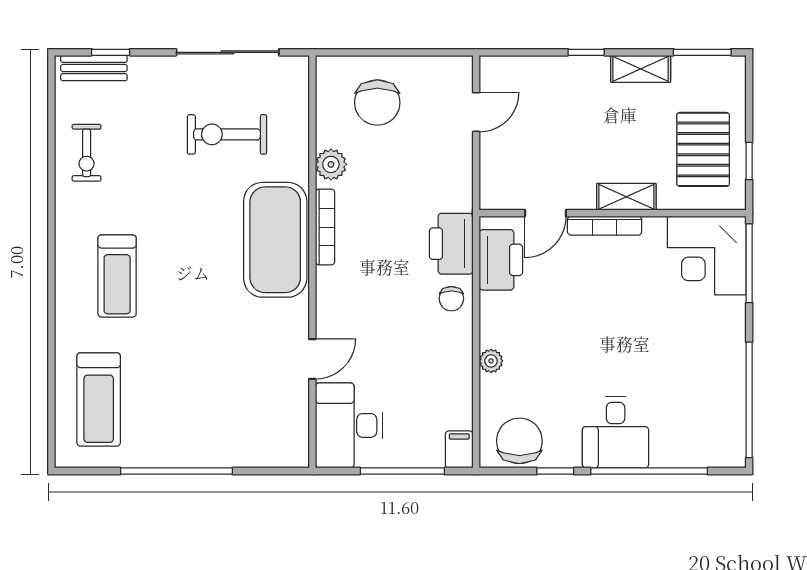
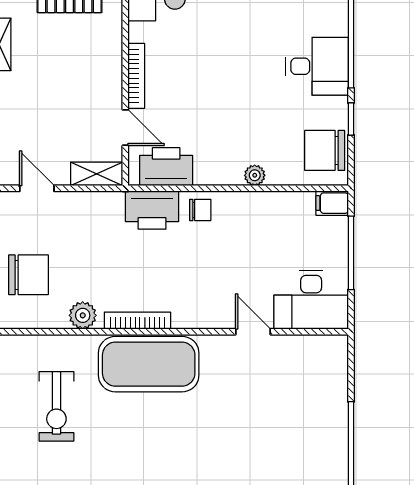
shelving: (626, 197) -> (97, 174), moved, turned 90

